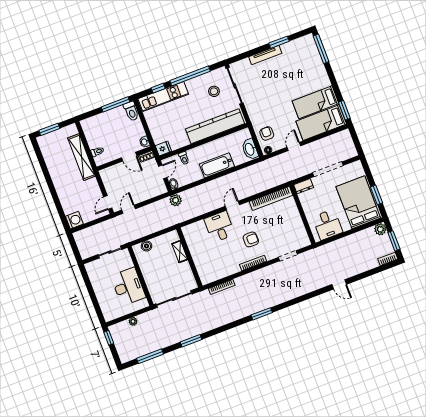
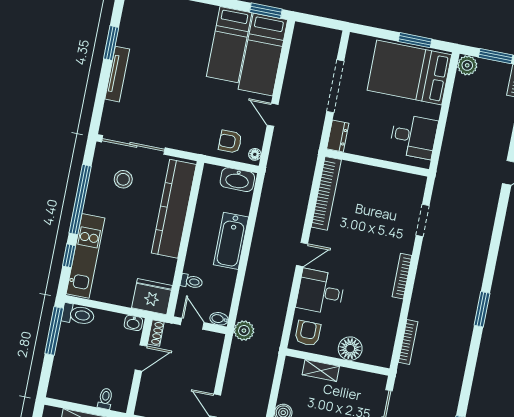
fridge: (163, 148) -> (152, 297), width x1.88, depth x1.34
door: (232, 205) -> (302, 255), swing flipped
armchair: (251, 239) -> (308, 333), moved
floor lamp: (200, 260) -> (350, 349), added

